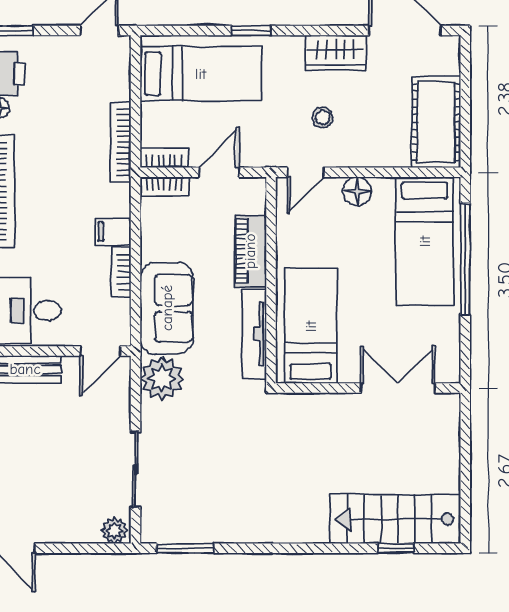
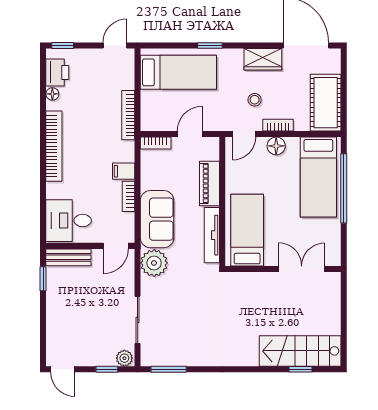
bookcase: (164, 158) -> (278, 125), moved
window: (86, 548) -> (107, 369), added

